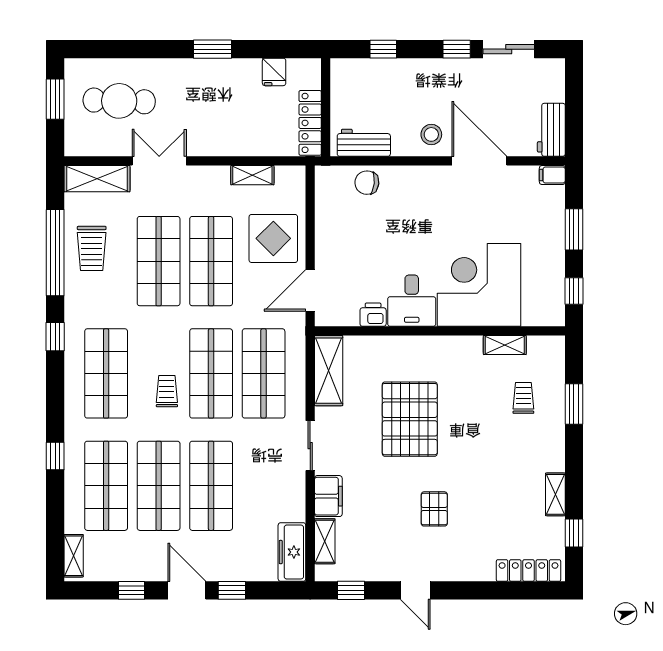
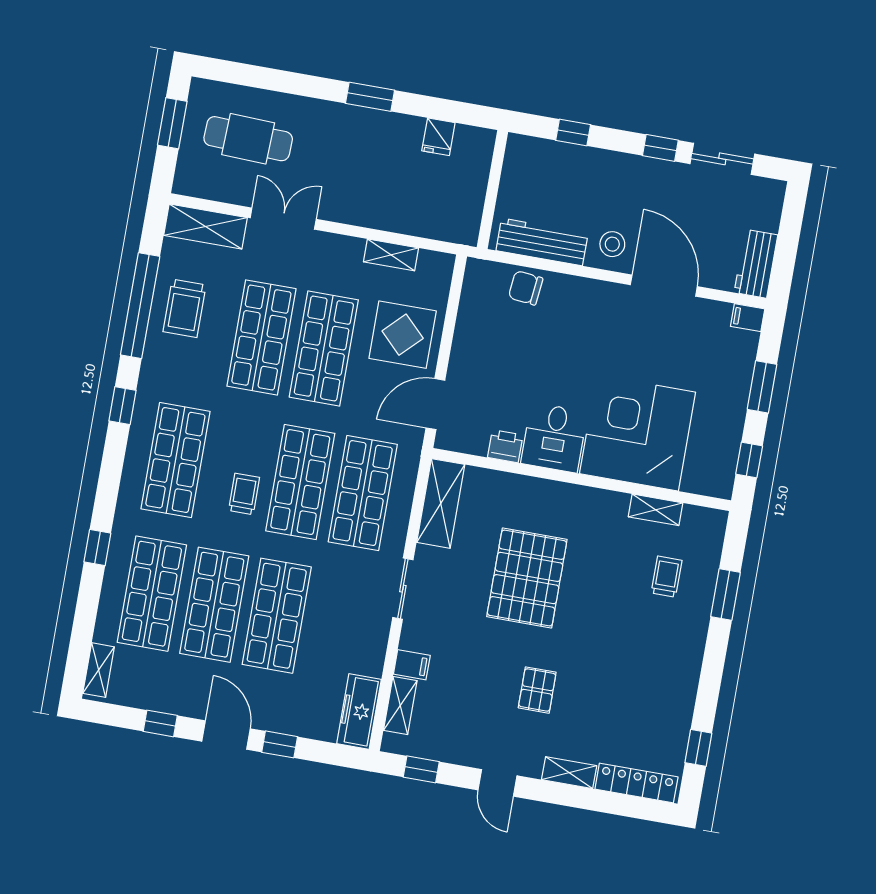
locker: (310, 123) -> (471, 205), removed
workbench: (364, 143) -> (542, 242), width x1.38
shelving: (555, 494) -> (569, 773), moved, turned 90
filing cabinet: (328, 496) -> (412, 665), width x0.50

